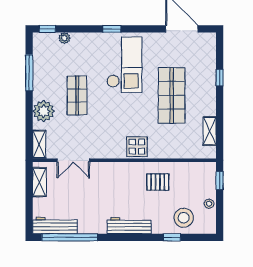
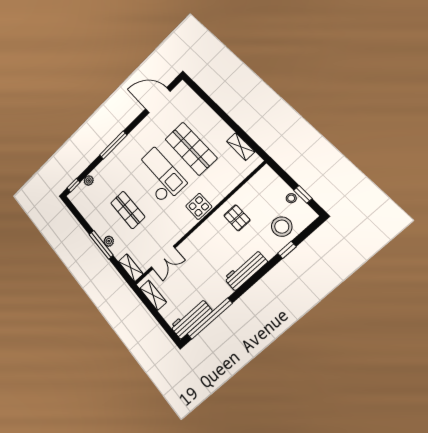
window: (112, 29) -> (113, 145), width x2.17
checkout: (124, 65) -> (159, 176), moved
window: (29, 73) -> (101, 245), moved
window: (220, 78) -> (213, 105), removed
plant: (44, 111) -> (109, 241), width x0.53, depth x0.53
window: (220, 180) -> (303, 194), moved
pallet: (158, 182) -> (237, 218), turned 90

